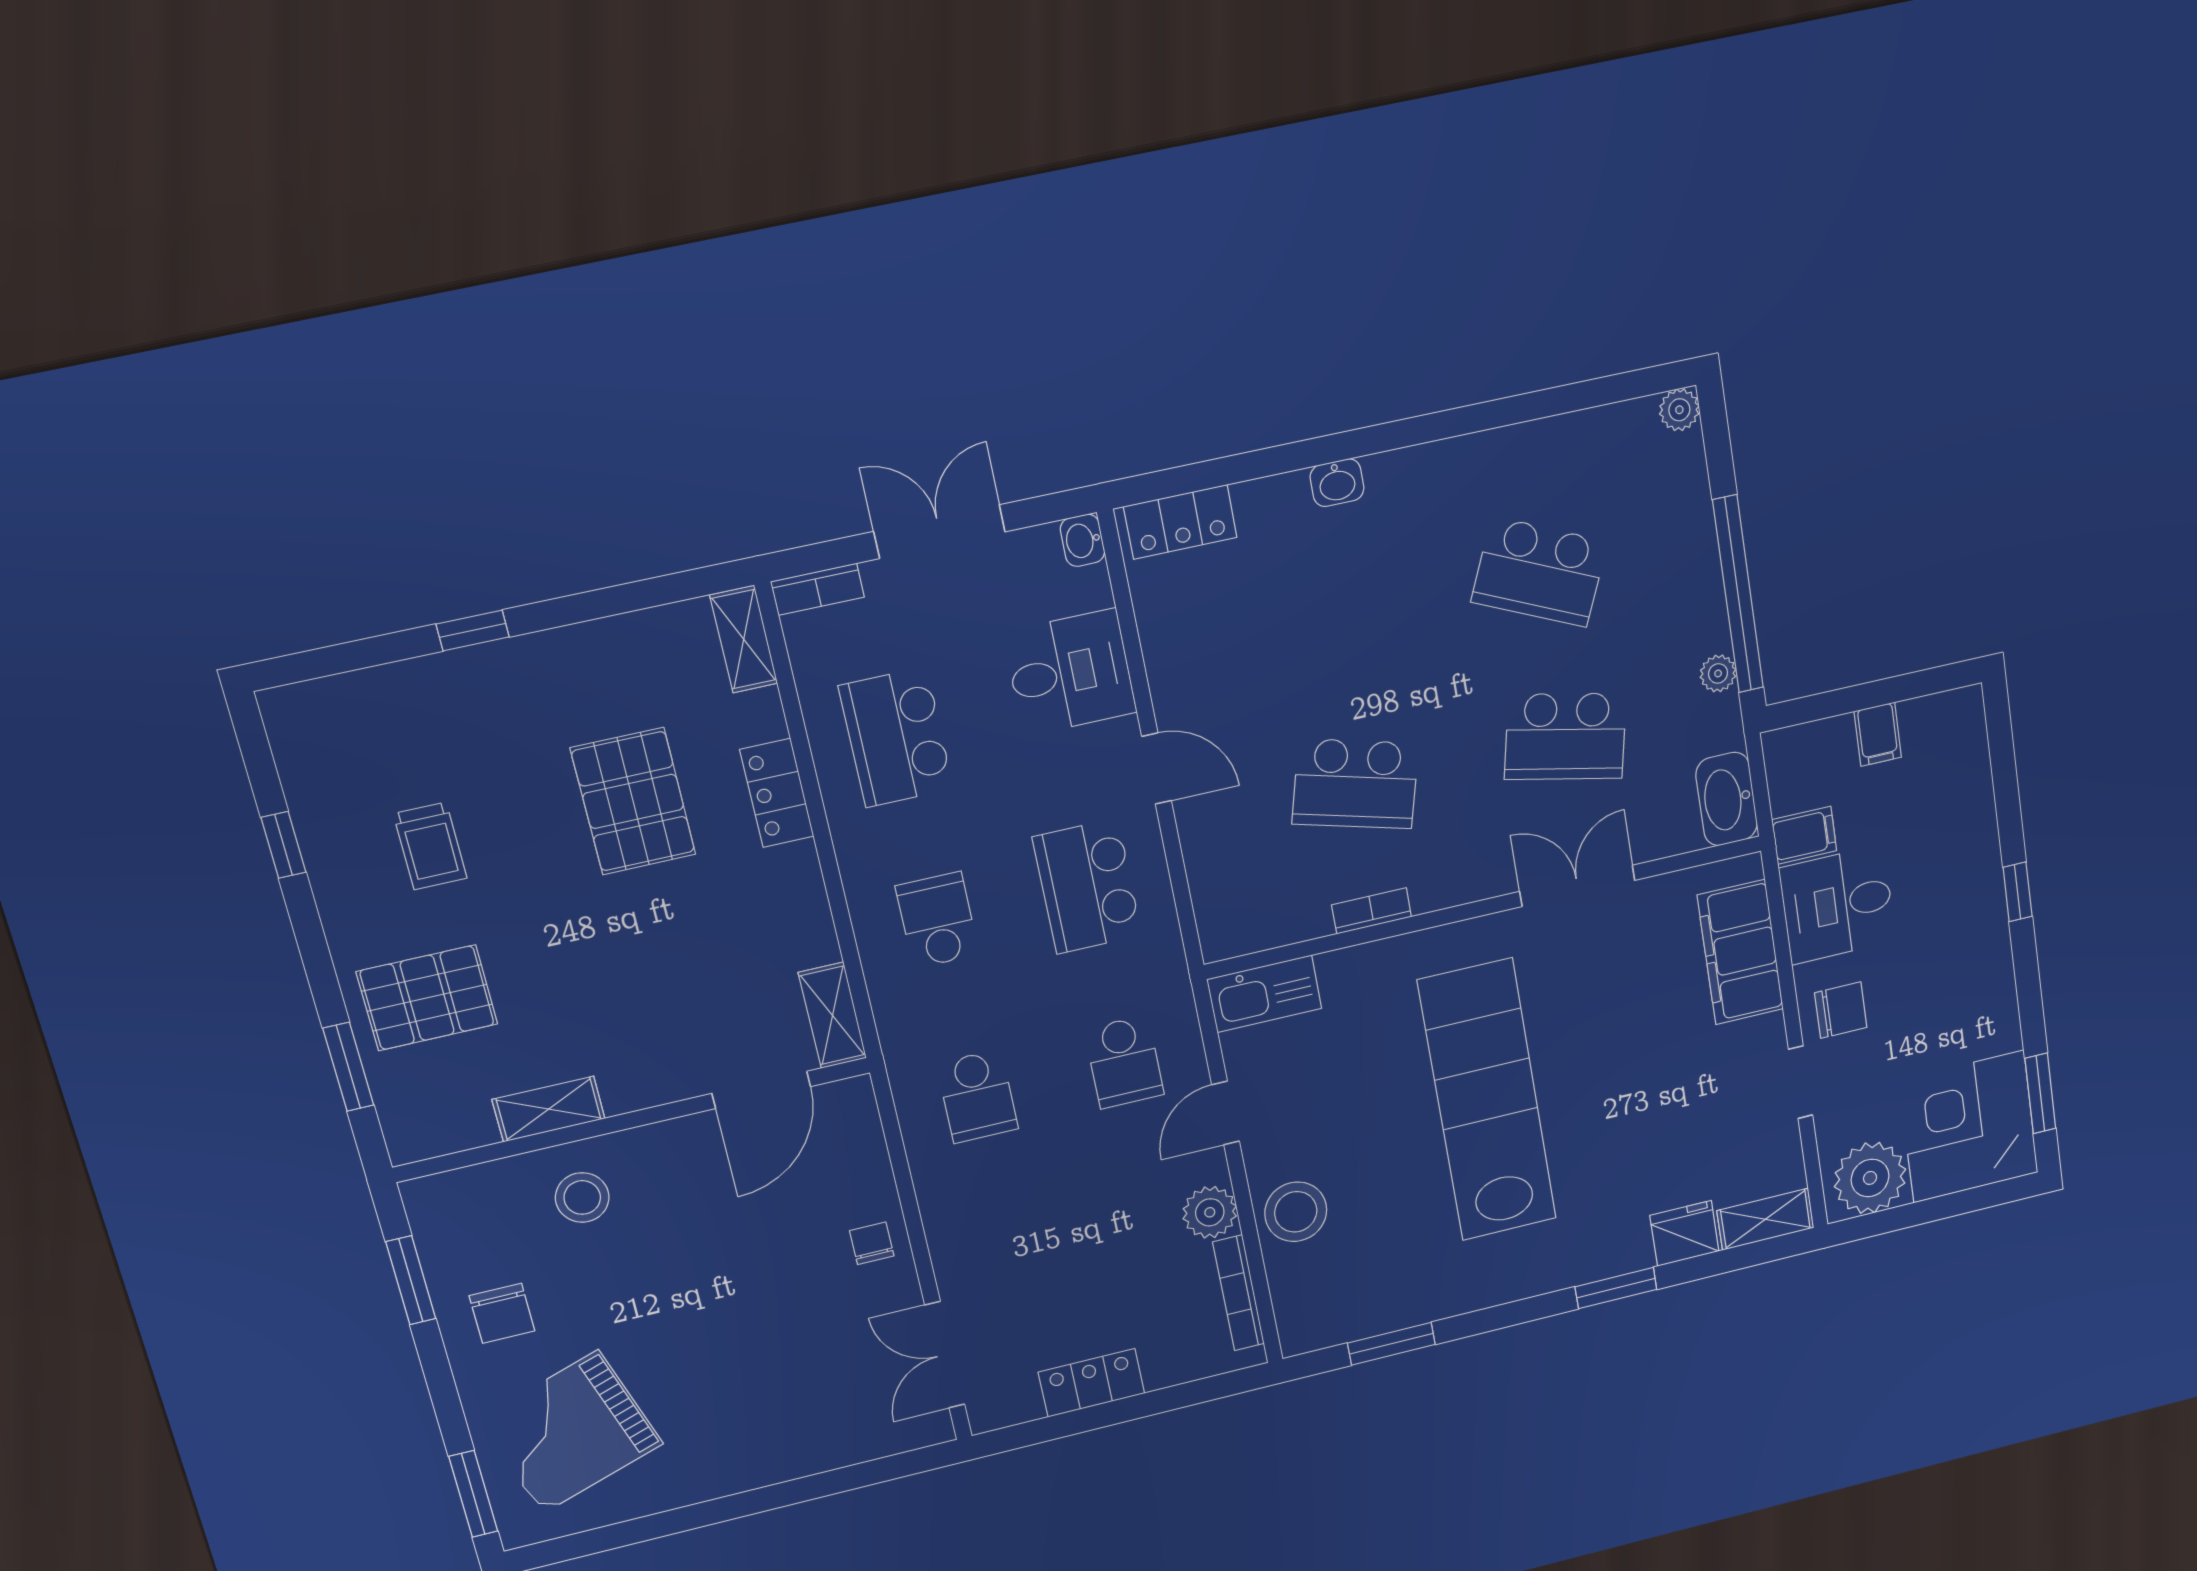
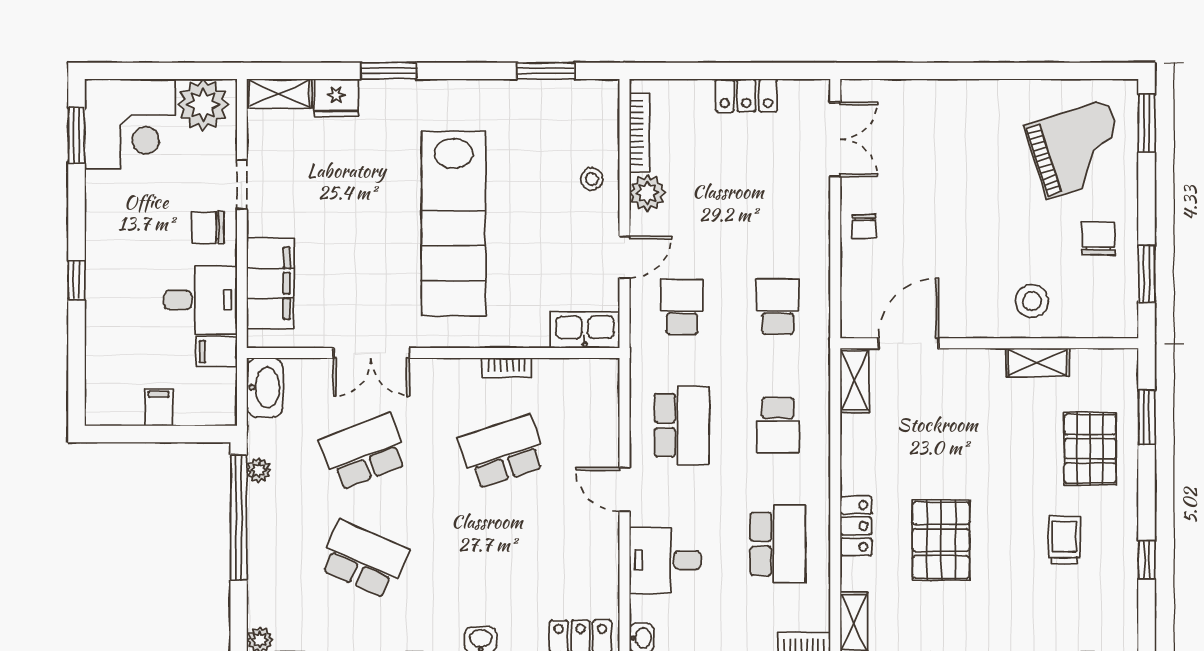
school desk: (1565, 736) -> (364, 452), turned -33
school desk: (1355, 784) -> (503, 452), turned -33
pallet: (427, 998) -> (1090, 449), turned 90
stool: (1296, 1212) -> (592, 179), width x0.53, depth x0.53

